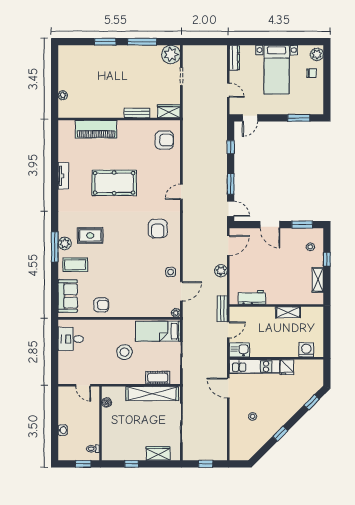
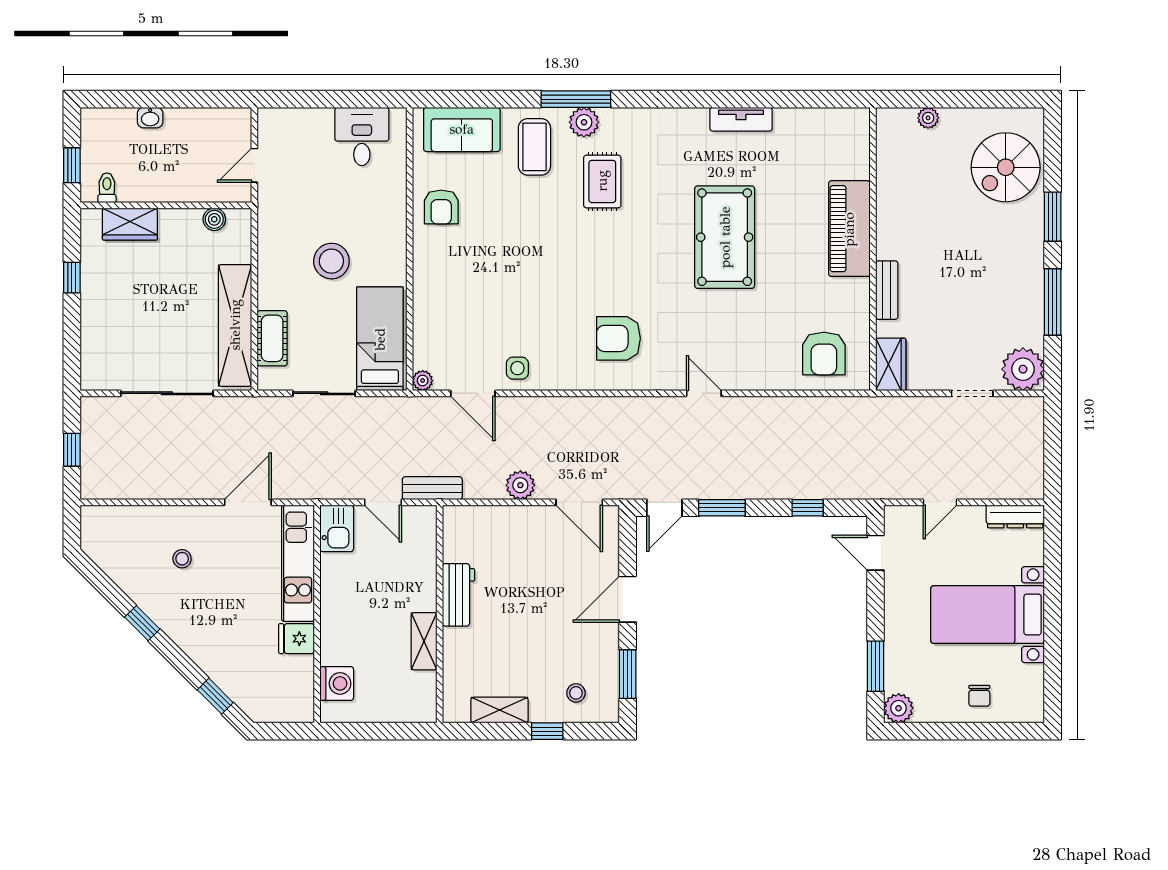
plant: (317, 54) -> (899, 708), moved
spiral stairs: (84, 62) -> (1006, 167), added
piano: (96, 129) -> (849, 229), moved
workbench: (252, 297) -> (459, 595), moved
wardrobe: (158, 453) -> (130, 224), moved, turned 90

